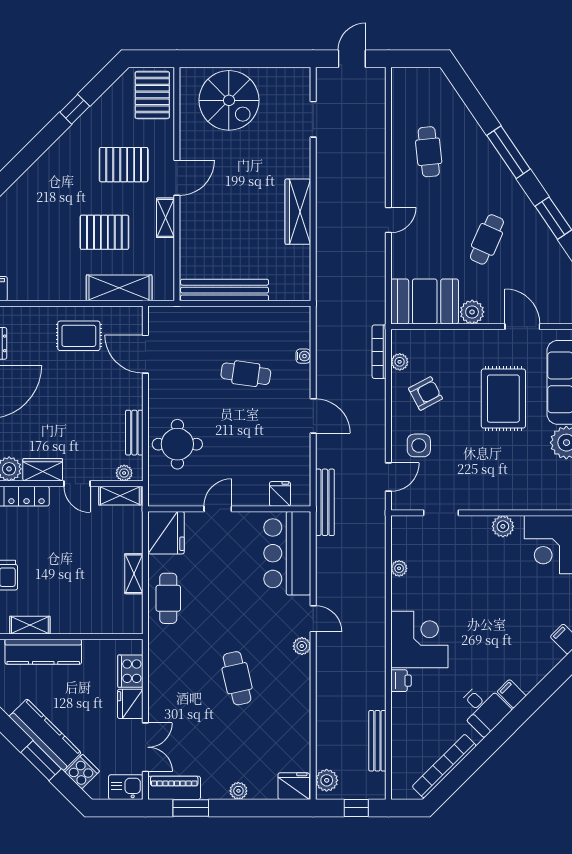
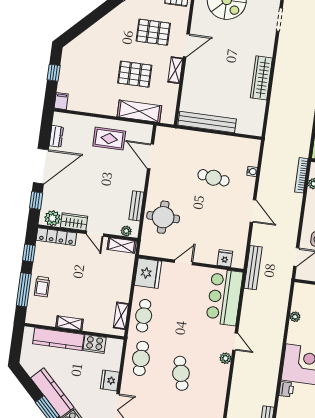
shelving: (134, 574) -> (121, 316), moved
shelving: (30, 625) -> (69, 323), moved
cafe table: (173, 664) -> (141, 358), added
cooker: (130, 671) -> (94, 344), moved, turned -90

